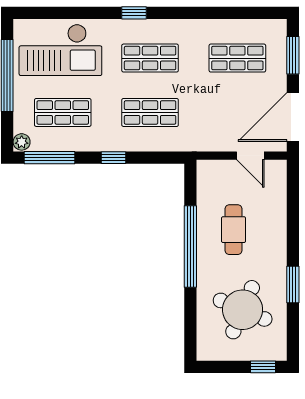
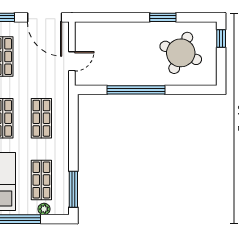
plant: (22, 142) -> (44, 209), moved
door: (250, 156) -> (72, 61), moved
window: (114, 158) -> (73, 144), removed
cafe table: (234, 230) -> (124, 59), removed

